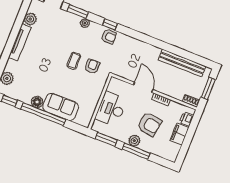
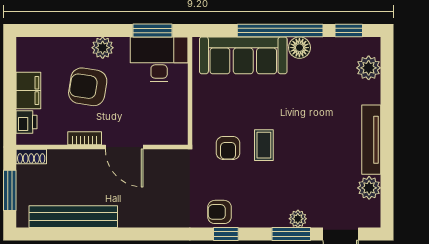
plant: (85, 23) -> (298, 219), moved
sofa: (61, 107) -> (243, 55), width x1.36
desk: (111, 109) -> (159, 59), moved, turned -90
window: (136, 151) -> (92, 30), removed

